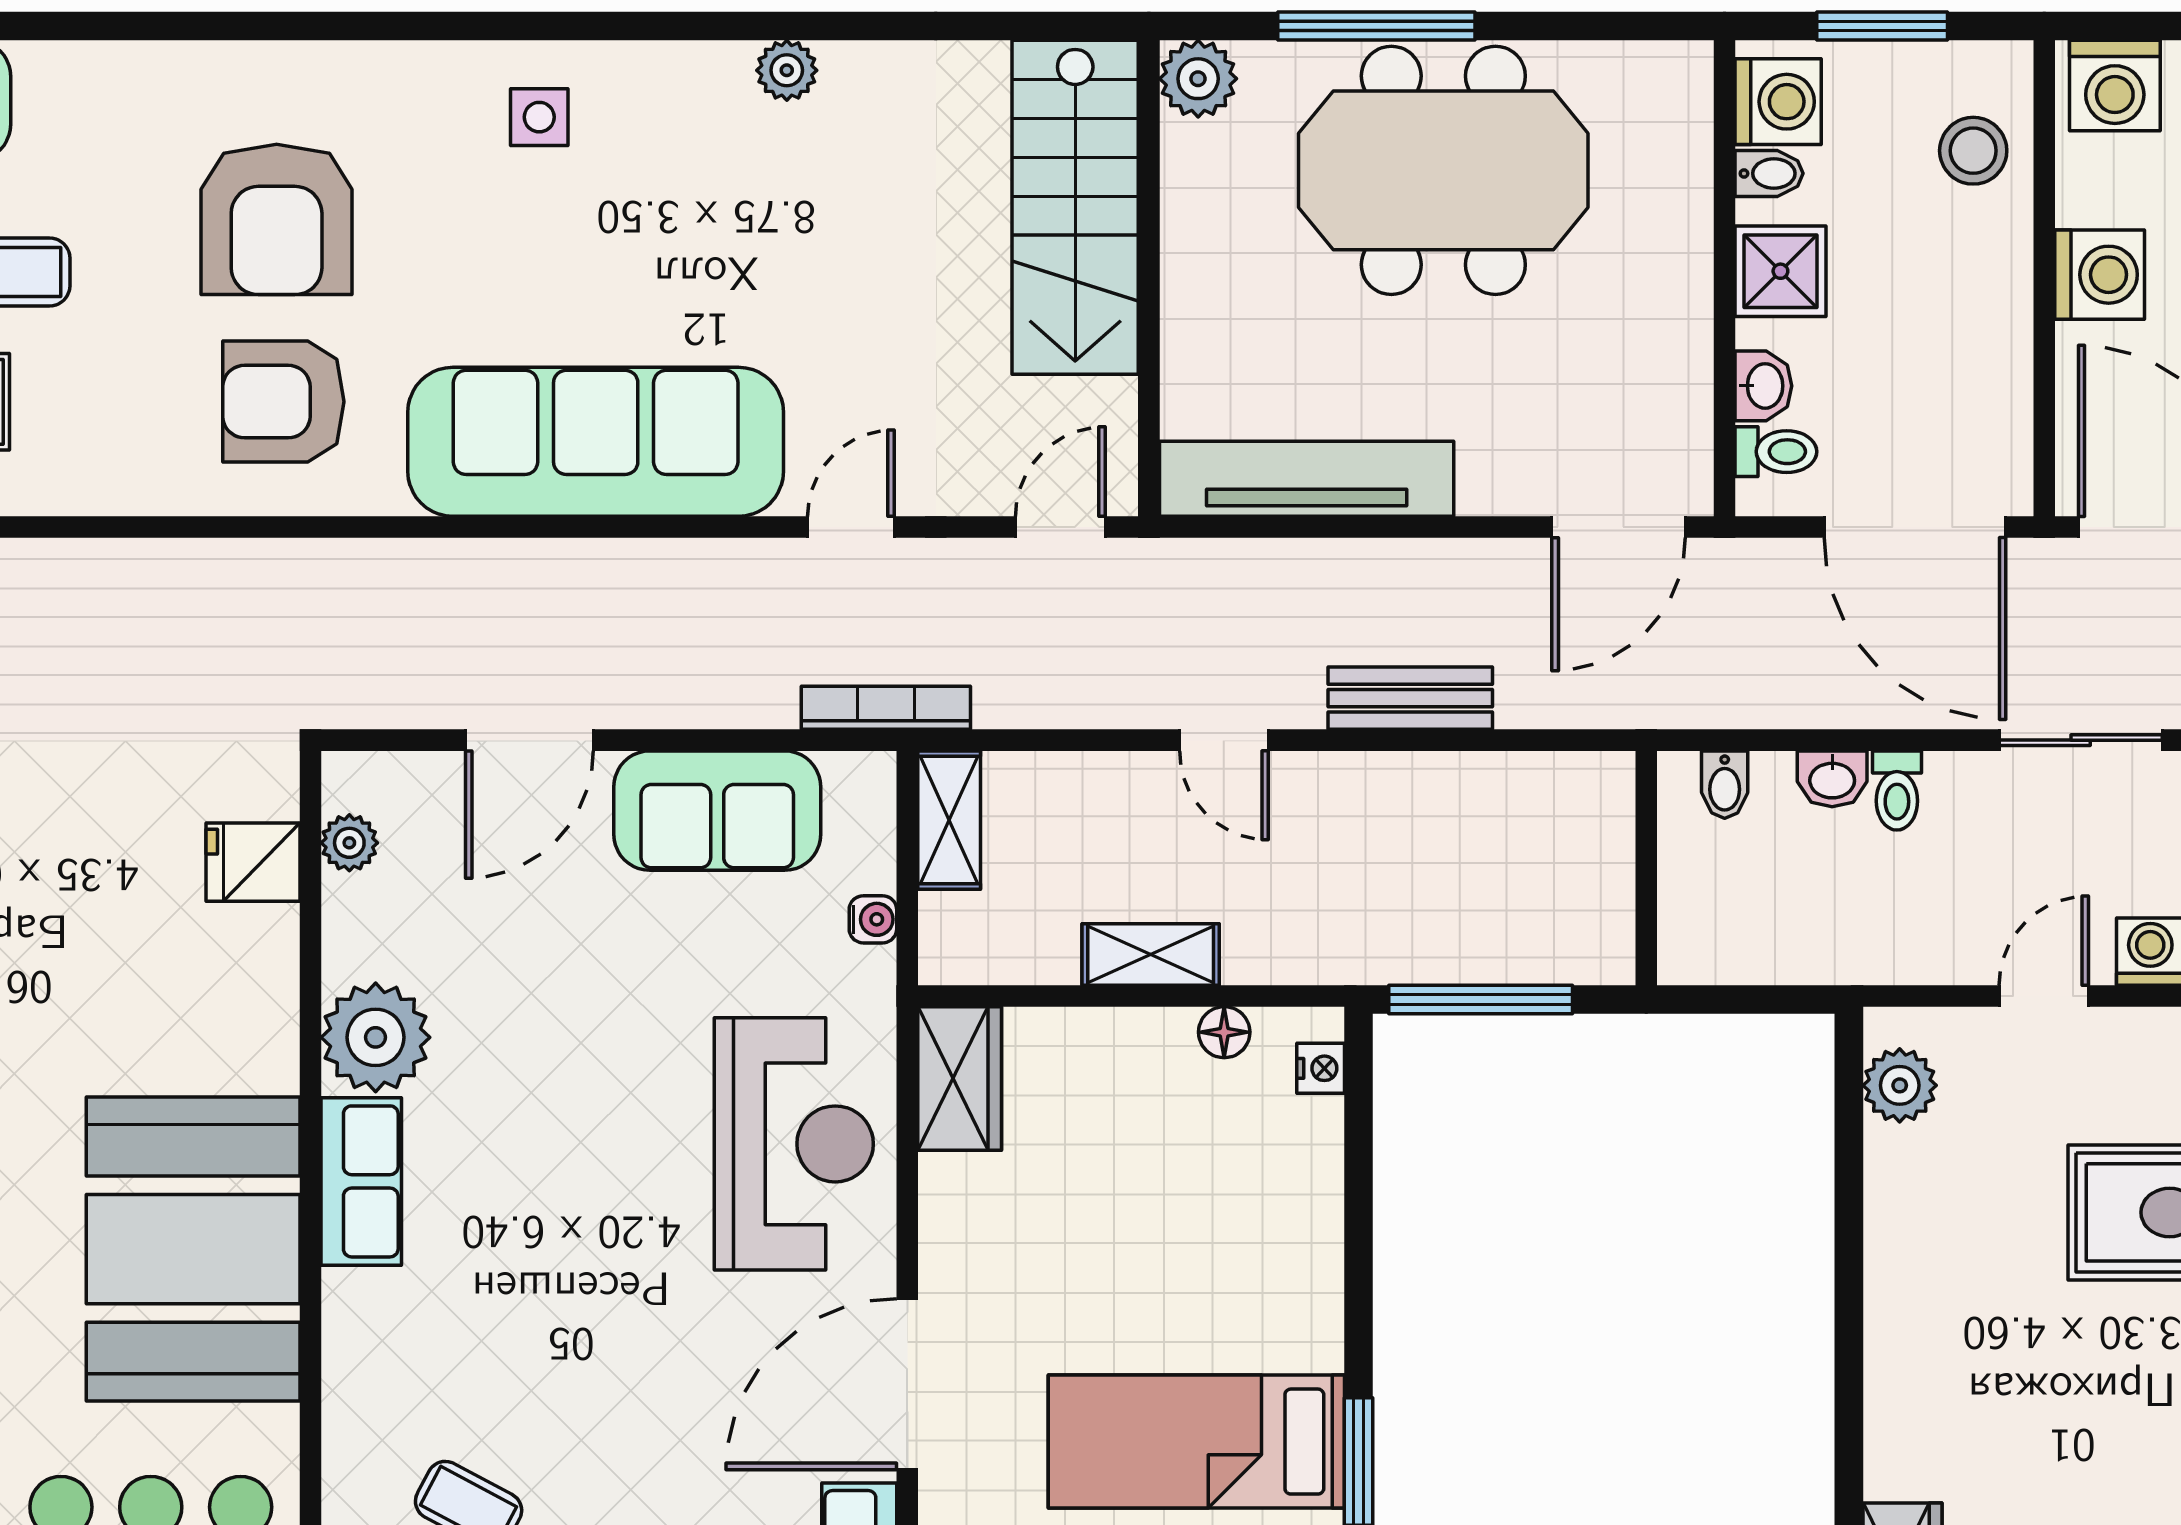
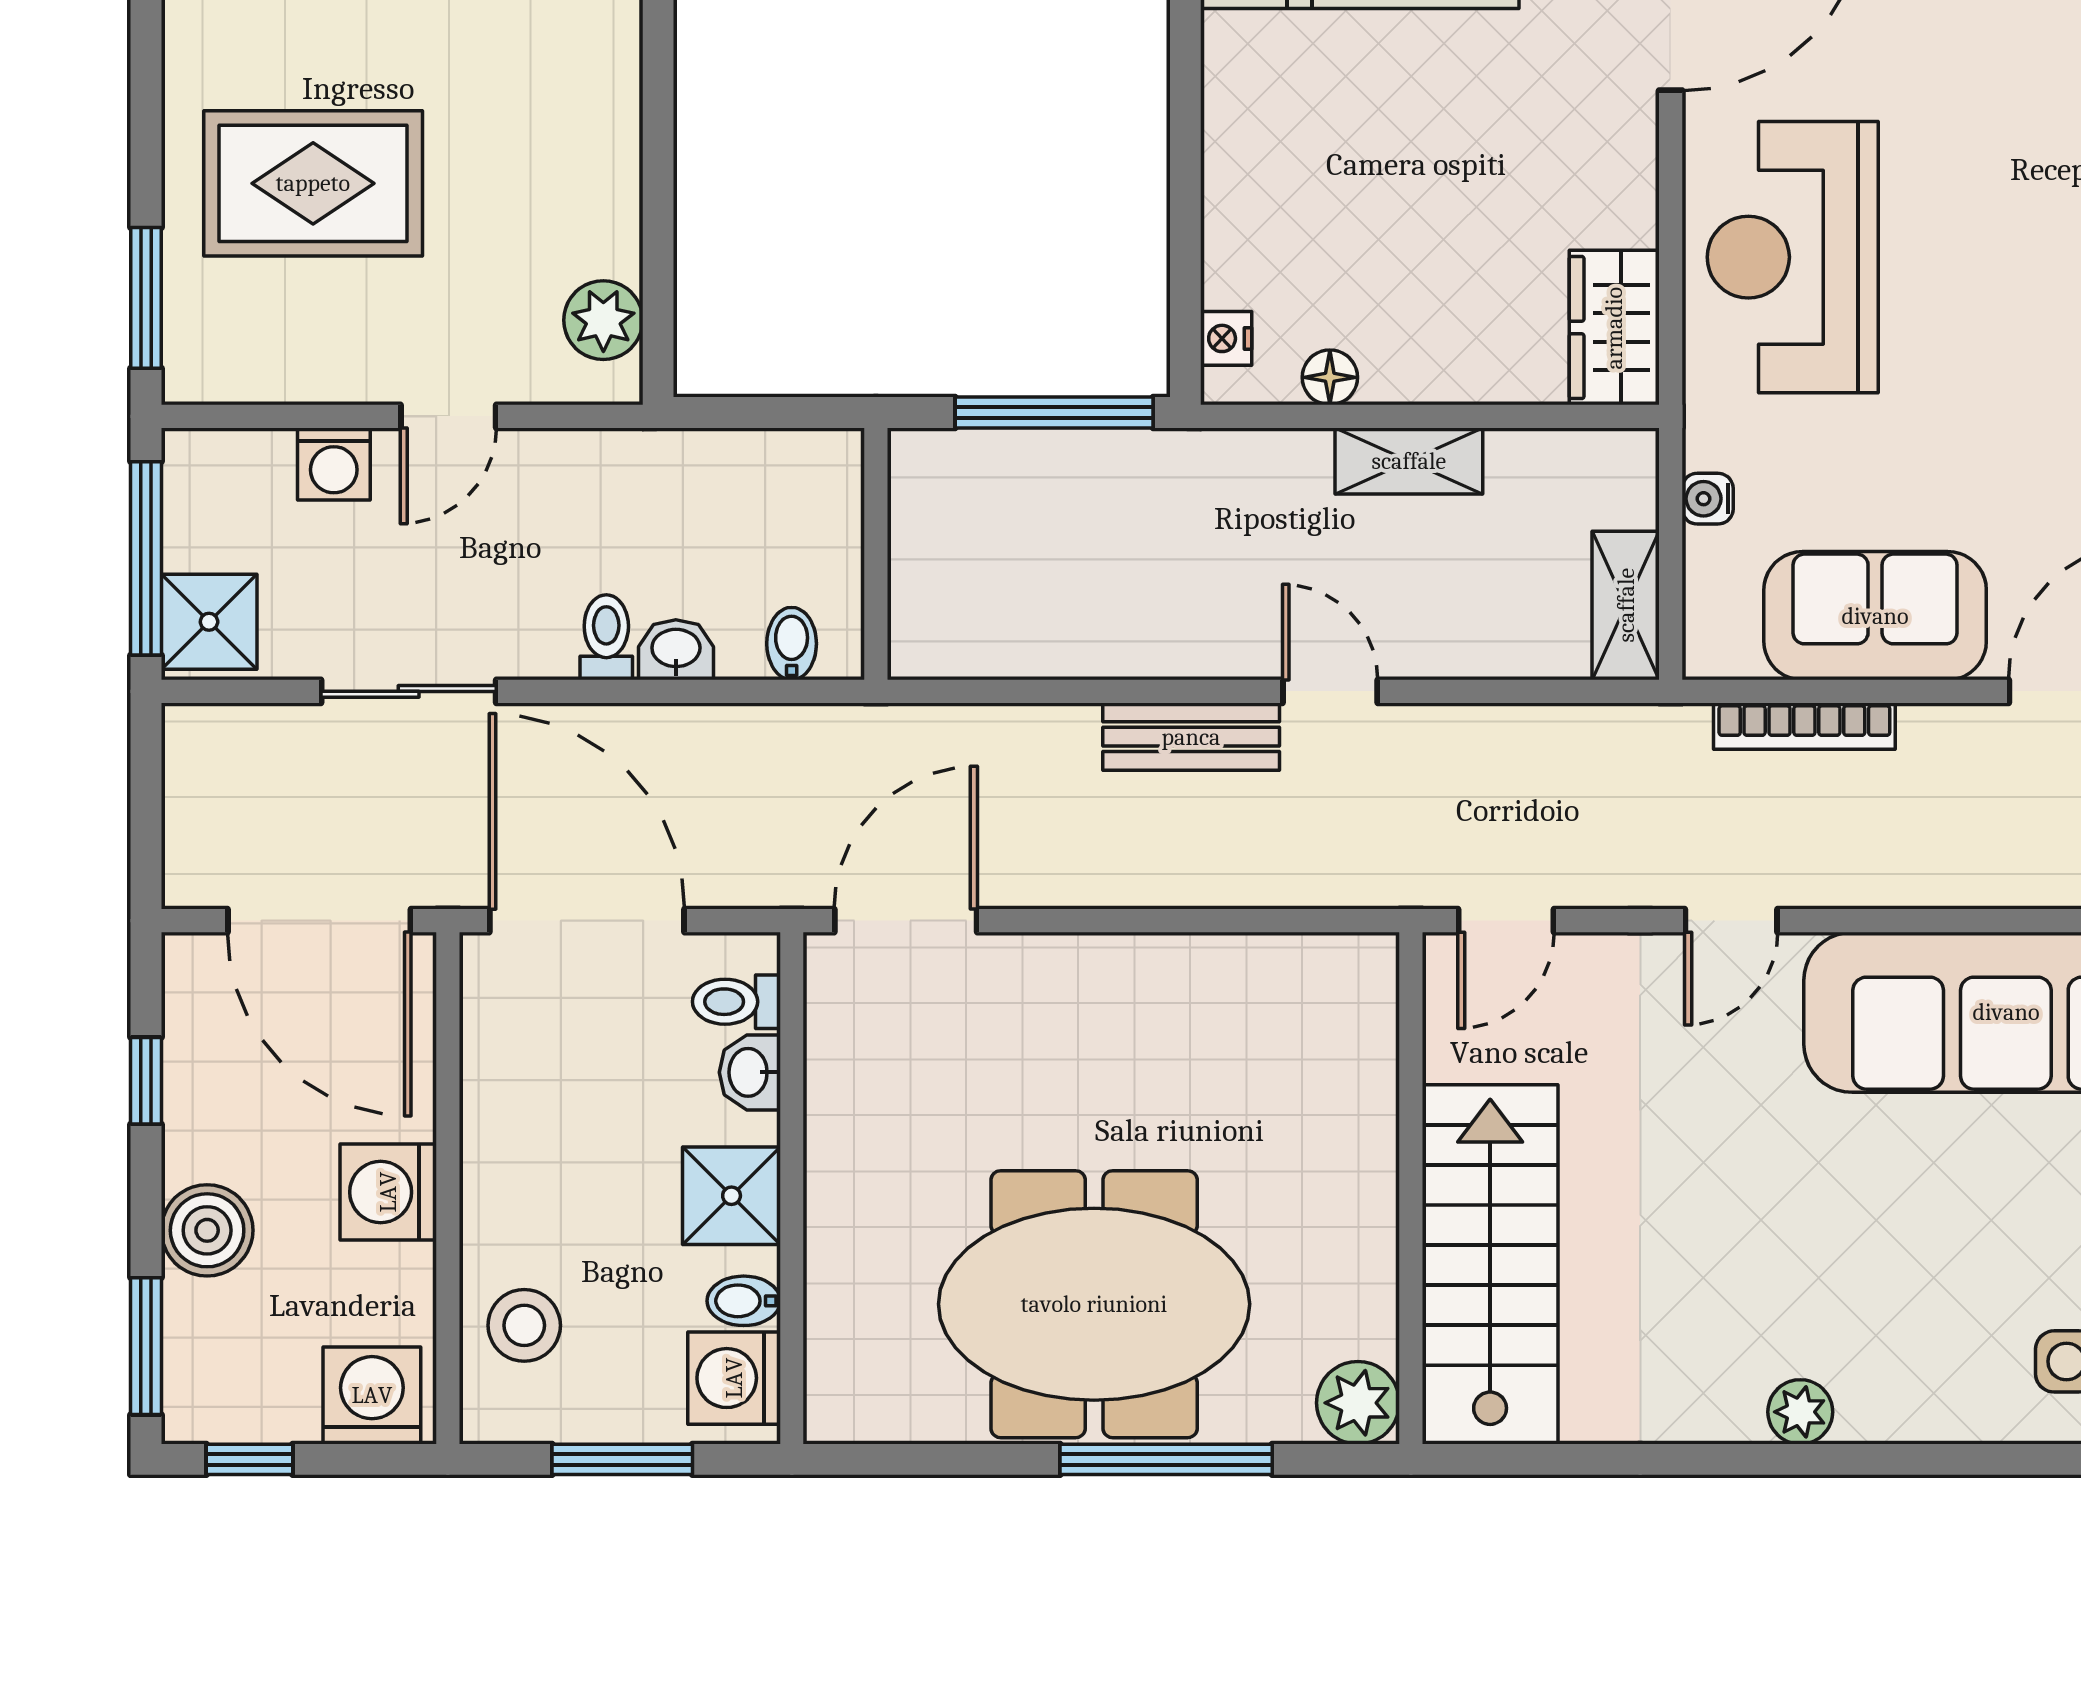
tv unit: (1307, 479) -> (1241, 973), removed
bench: (1410, 698) -> (1191, 737), moved
bookcase: (886, 708) -> (1804, 726), moved

